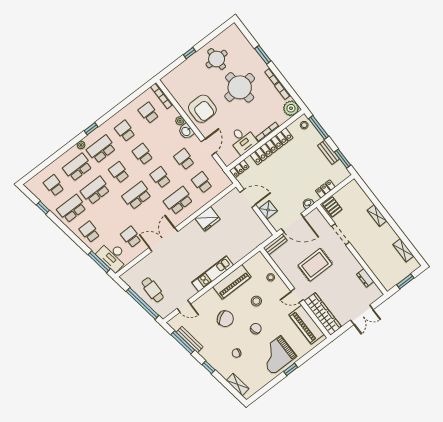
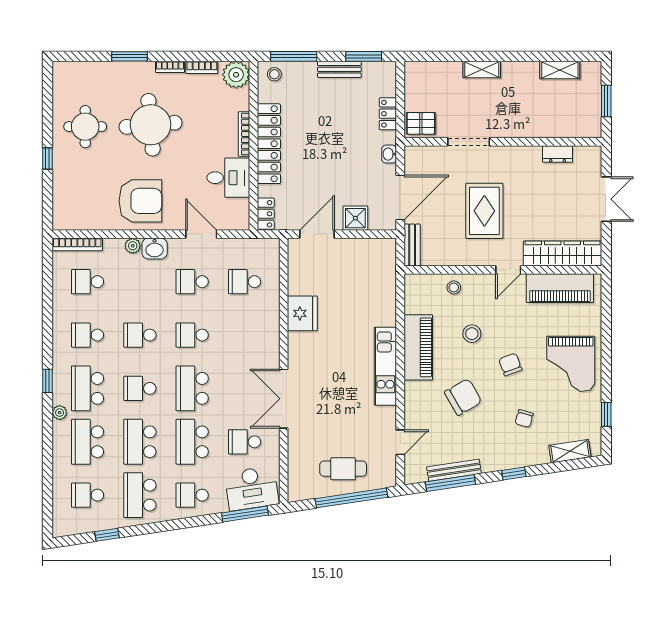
school desk: (178, 201) -> (192, 442), moved
window: (291, 369) -> (606, 414), moved

